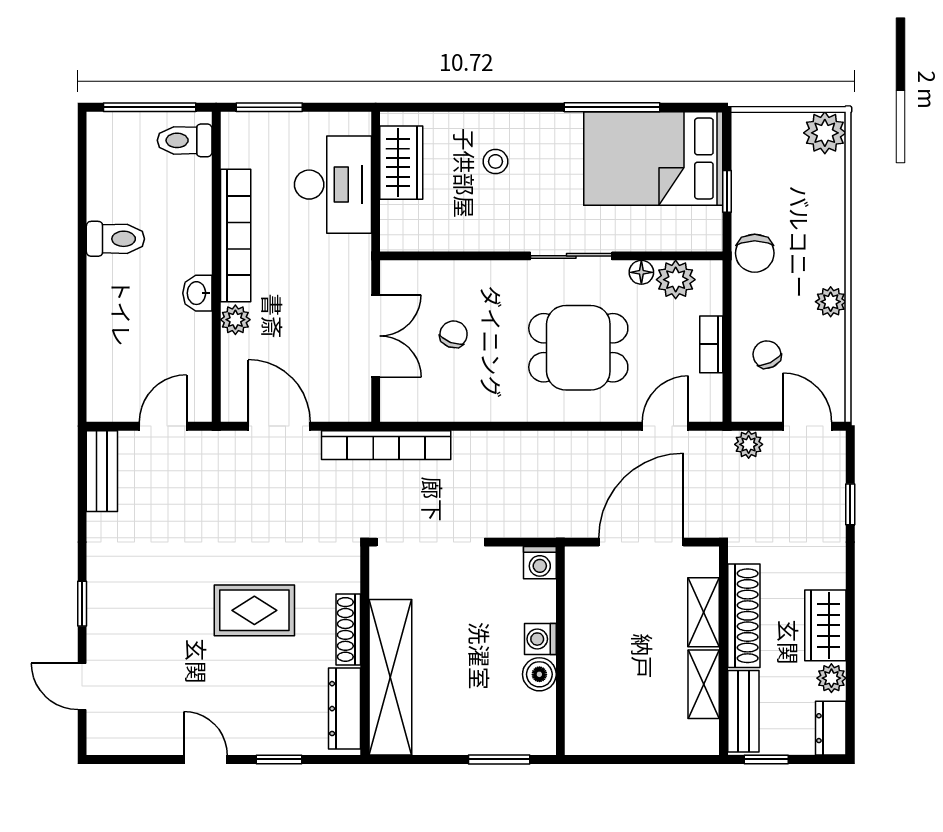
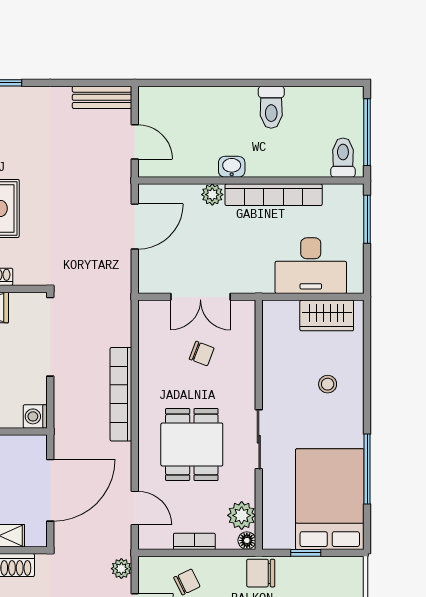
floor lamp: (641, 272) -> (247, 540), moved
bookcase: (386, 445) -> (121, 394), moved
door: (641, 542) -> (50, 490), hinge flipped

